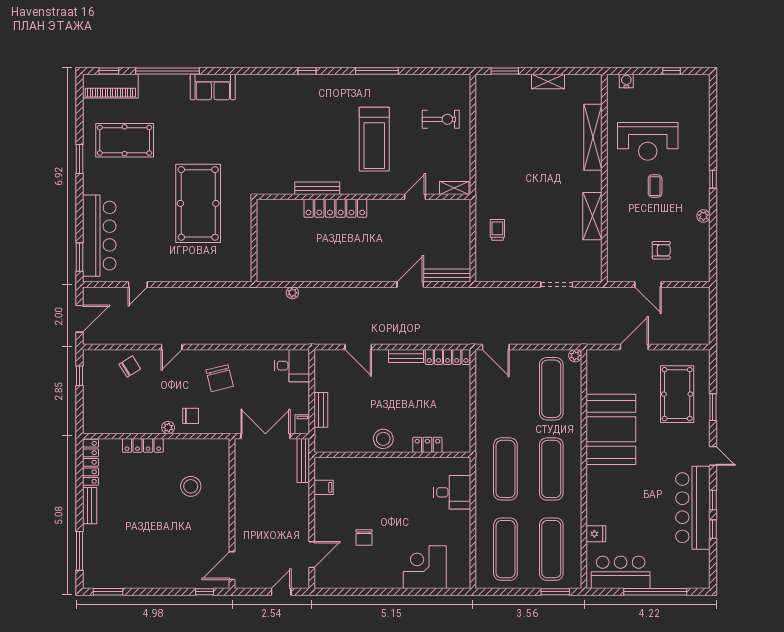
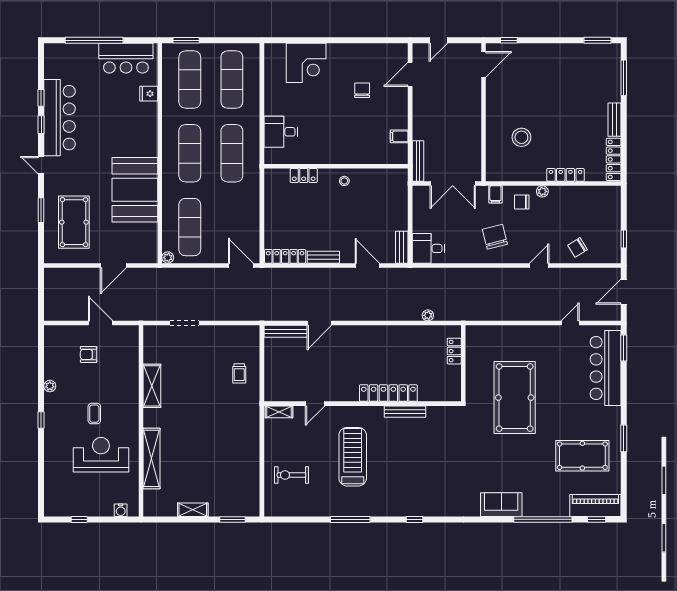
locker: (264, 254) -> (454, 351), added
bench: (321, 410) -> (402, 247), moved
filing cabinet: (302, 424) -> (495, 194), moved
stool: (383, 439) -> (344, 181), width x0.53, depth x0.53

